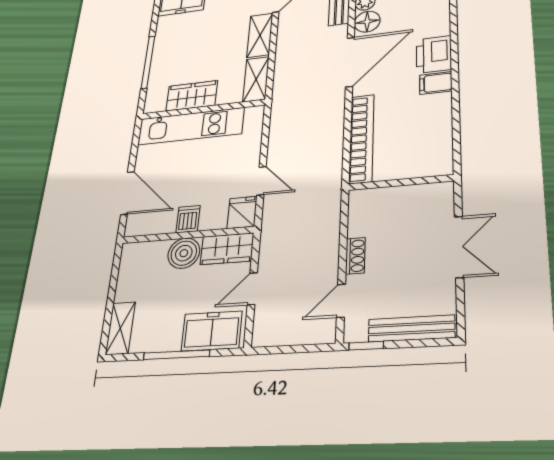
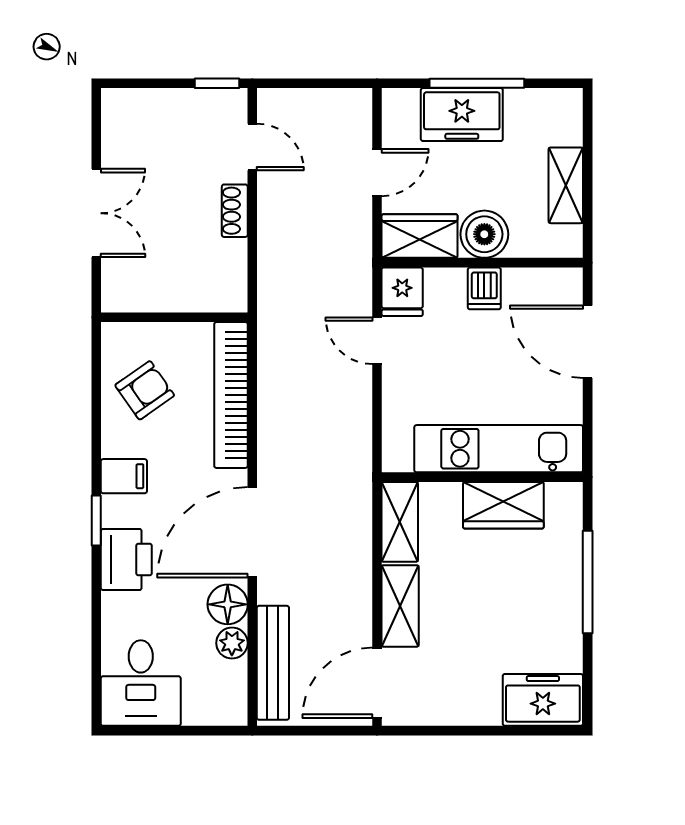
printer: (434, 54) -> (126, 560), moved
window: (454, 56) -> (96, 520), added
armchair: (422, 135) -> (145, 390), added
double door: (459, 247) -> (96, 213), swing flipped
door: (341, 301) -> (252, 147), hinge flipped
shelving: (120, 328) -> (566, 185), moved
bench: (411, 328) -> (159, 103), removed
freezer: (212, 331) -> (462, 115), moved

